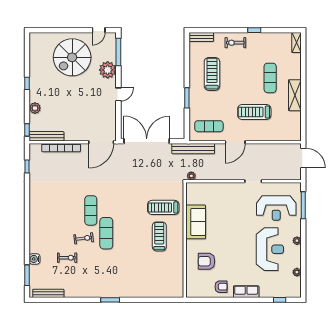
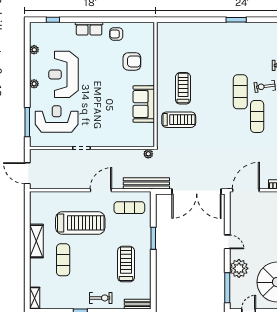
treadmill: (212, 74) -> (126, 264), turned 180
door: (118, 94) -> (227, 242), swing flipped
treadmill: (254, 112) -> (80, 223), width x1.37, depth x1.38
treadmill: (159, 236) -> (183, 88), turned 180

